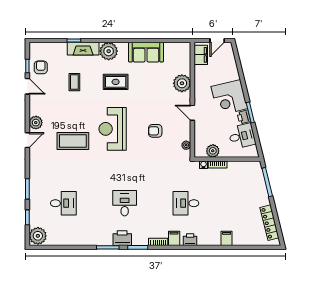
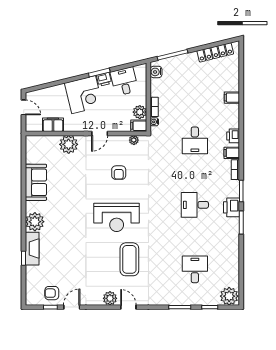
filing cabinet: (201, 55) -> (53, 125), moved
coffee table: (74, 82) -> (67, 258), removed
rug: (116, 82) -> (67, 214), removed
filing cabinet: (200, 150) -> (139, 126), added
water cooler: (251, 166) -> (156, 72), added

